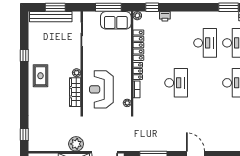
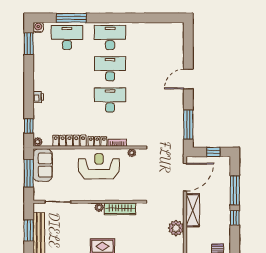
printer: (165, 16) -> (38, 97), moved
desk: (205, 43) -> (110, 69), moved
reception desk: (101, 89) -> (99, 166), moved, turned 180
plant: (76, 144) -> (176, 228), moved

